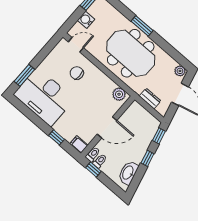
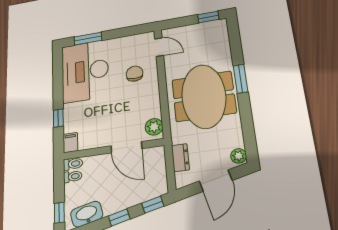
water cooler: (86, 20) -> (191, 32), removed
door: (107, 127) -> (126, 147), moved
window: (93, 169) -> (59, 213), moved

